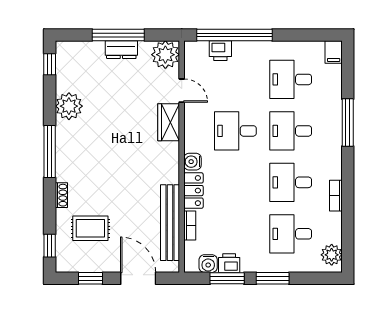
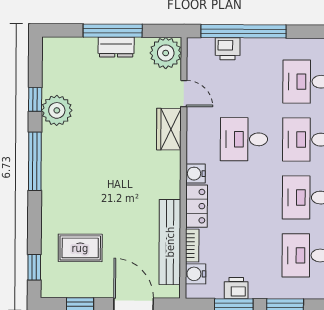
window: (50, 64) -> (35, 99), moved
shoe rack: (61, 195) -> (48, 211), removed
water cooler: (208, 264) -> (196, 274), moved, turned 90

